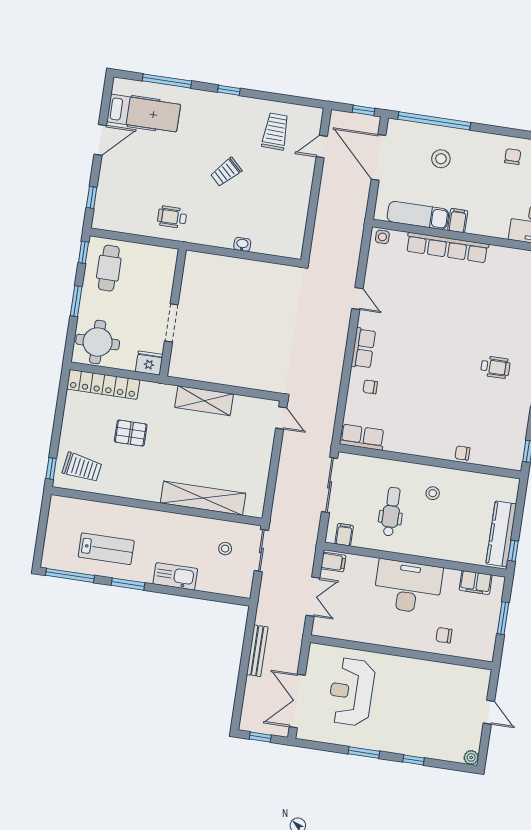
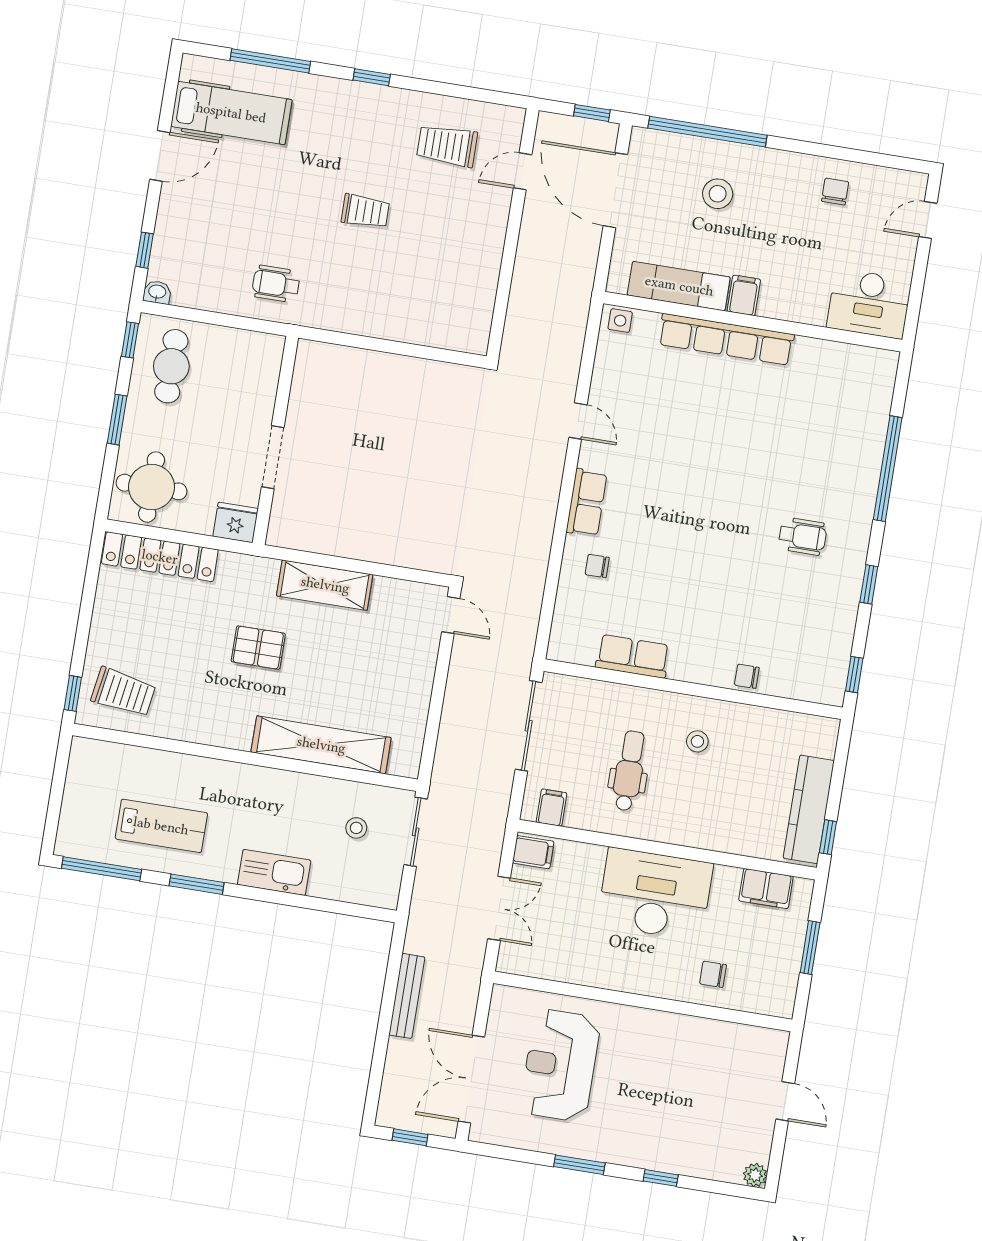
trolley: (275, 131) -> (447, 146), turned -92
trolley: (226, 172) -> (365, 211), turned -134
washbasin: (242, 244) -> (157, 292), moved
pallet: (131, 433) -> (258, 648), moved
row of seats: (362, 437) -> (633, 656), moved

